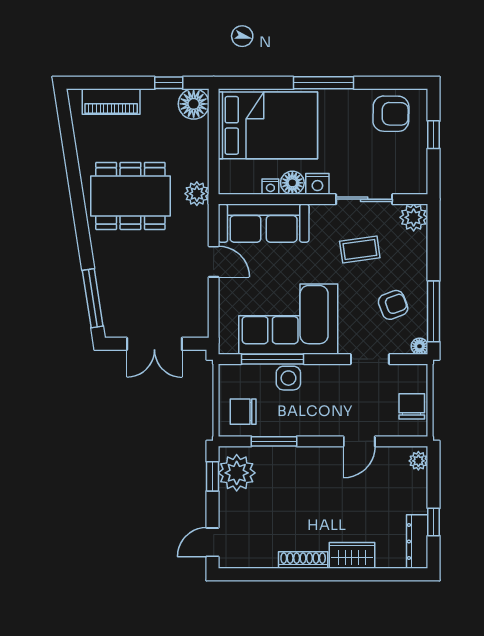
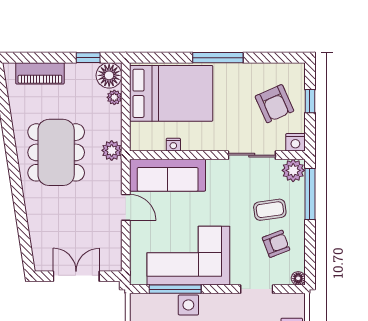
armchair: (391, 114) -> (274, 104), moved, turned 65
plant: (200, 130) -> (114, 97), added
floor lamp: (292, 183) -> (192, 141), removed
nightstand: (317, 184) -> (295, 142), moved
dining table: (130, 196) -> (56, 152), turned 90
coffee table: (360, 249) -> (270, 210), moved
window: (93, 298) -> (24, 238), removed
window: (434, 311) -> (310, 194), moved
double door: (154, 344) -> (76, 276), swing flipped

